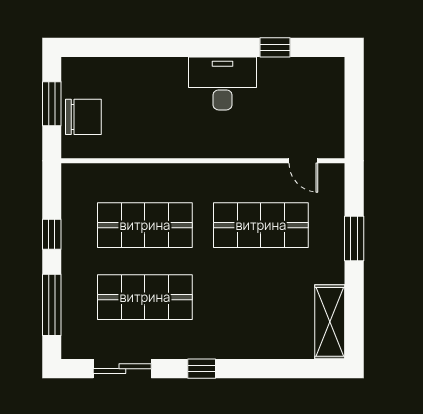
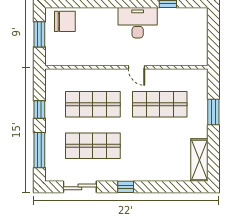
chair: (83, 117) -> (65, 21), moved
door: (303, 161) -> (136, 67), moved

